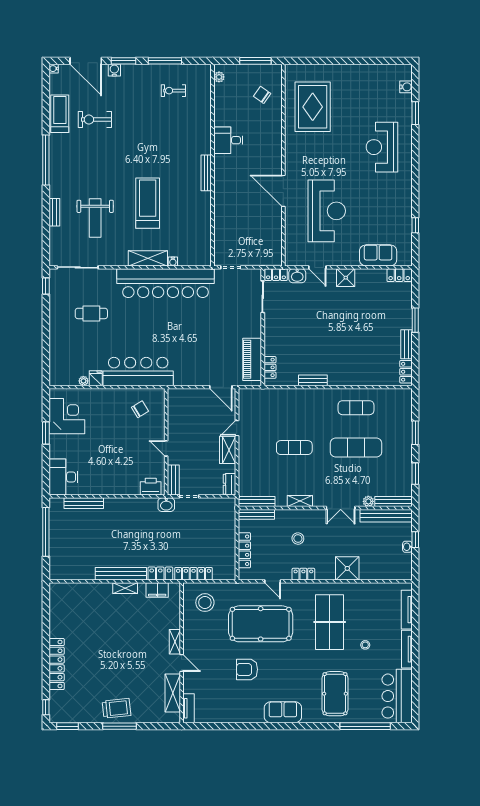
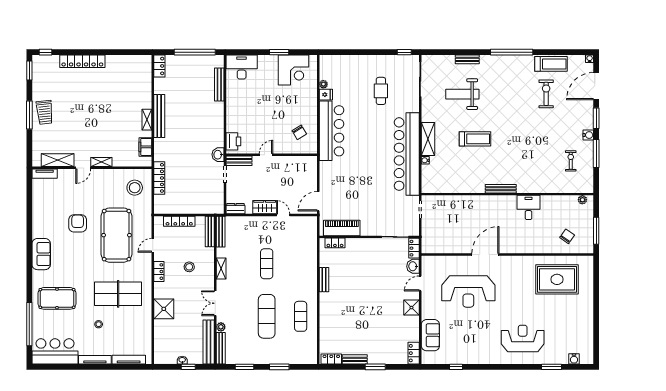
water cooler: (114, 70) -> (588, 135), moved
treadmill: (148, 203) -> (475, 139), width x0.73, depth x0.73
locker: (160, 574) -> (159, 66), moved

